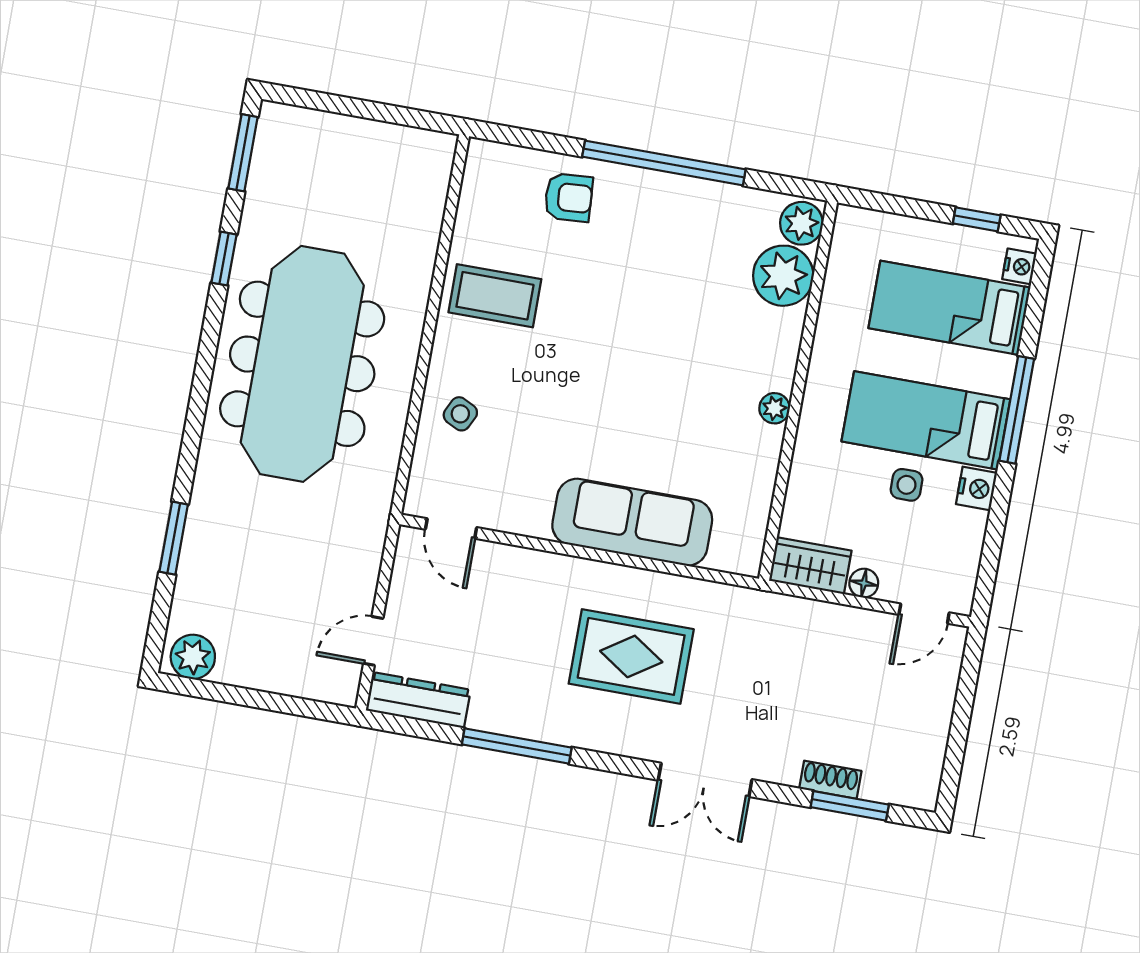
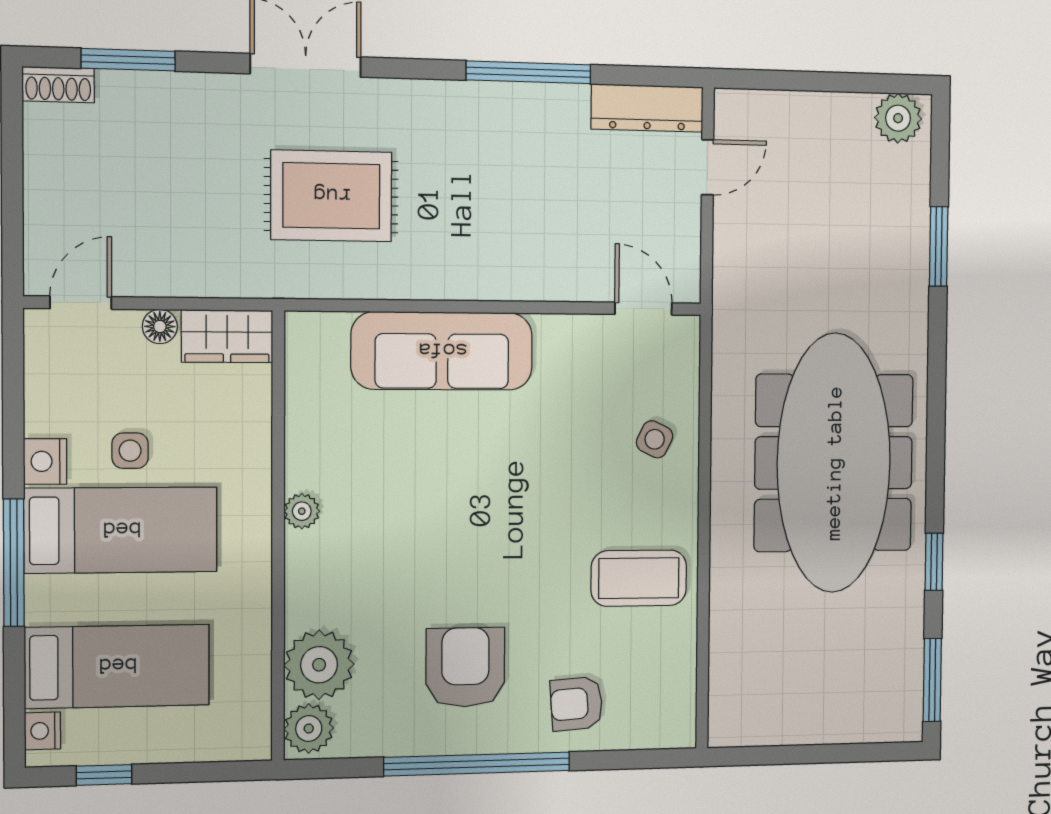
armchair: (659, 248) -> (465, 667), added
rug: (631, 656) -> (331, 196), moved
shoe rack: (830, 780) -> (58, 85), moved

